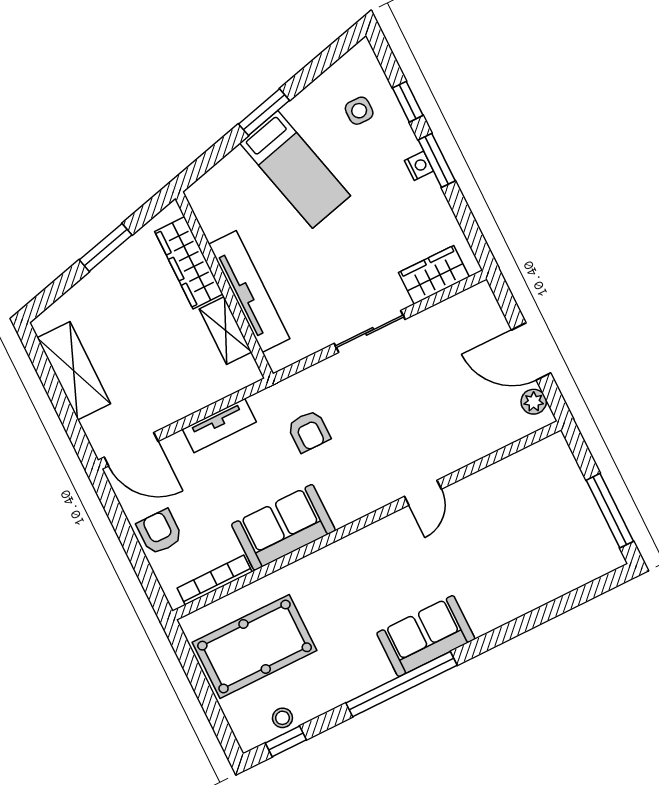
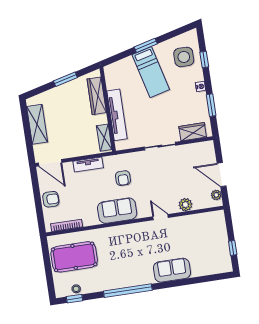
side table: (359, 111) -> (184, 57), width x1.87, depth x1.87
window: (437, 160) -> (211, 105), moved
shelving: (225, 331) -> (104, 138), moved
plant: (470, 446) -> (185, 205), added
door: (423, 493) -> (161, 217), swing flipped
window: (610, 511) -> (233, 248), width x0.46
sofa: (283, 527) -> (117, 211), moved
armchair: (160, 532) -> (51, 199), turned 90
sofa: (426, 636) -> (172, 270), moved

